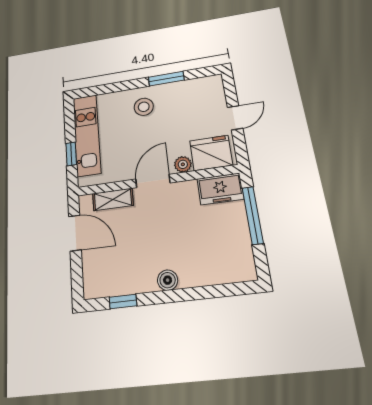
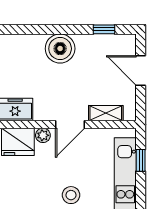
door: (75, 233) -> (141, 70), moved
boiler: (168, 280) -> (60, 49), width x1.86, depth x1.86

